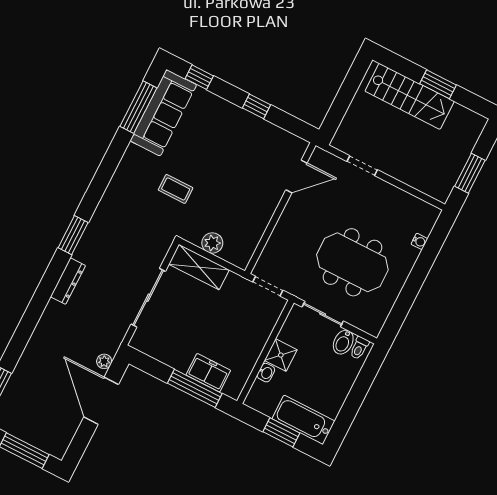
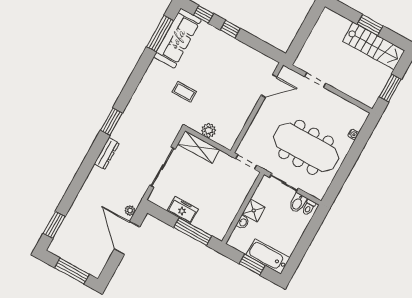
stairs: (410, 96) -> (374, 46), moved
window: (256, 106) -> (230, 29), moved
meeting table: (352, 262) -> (306, 147), width x1.36
freezer: (208, 373) -> (183, 210), moved

